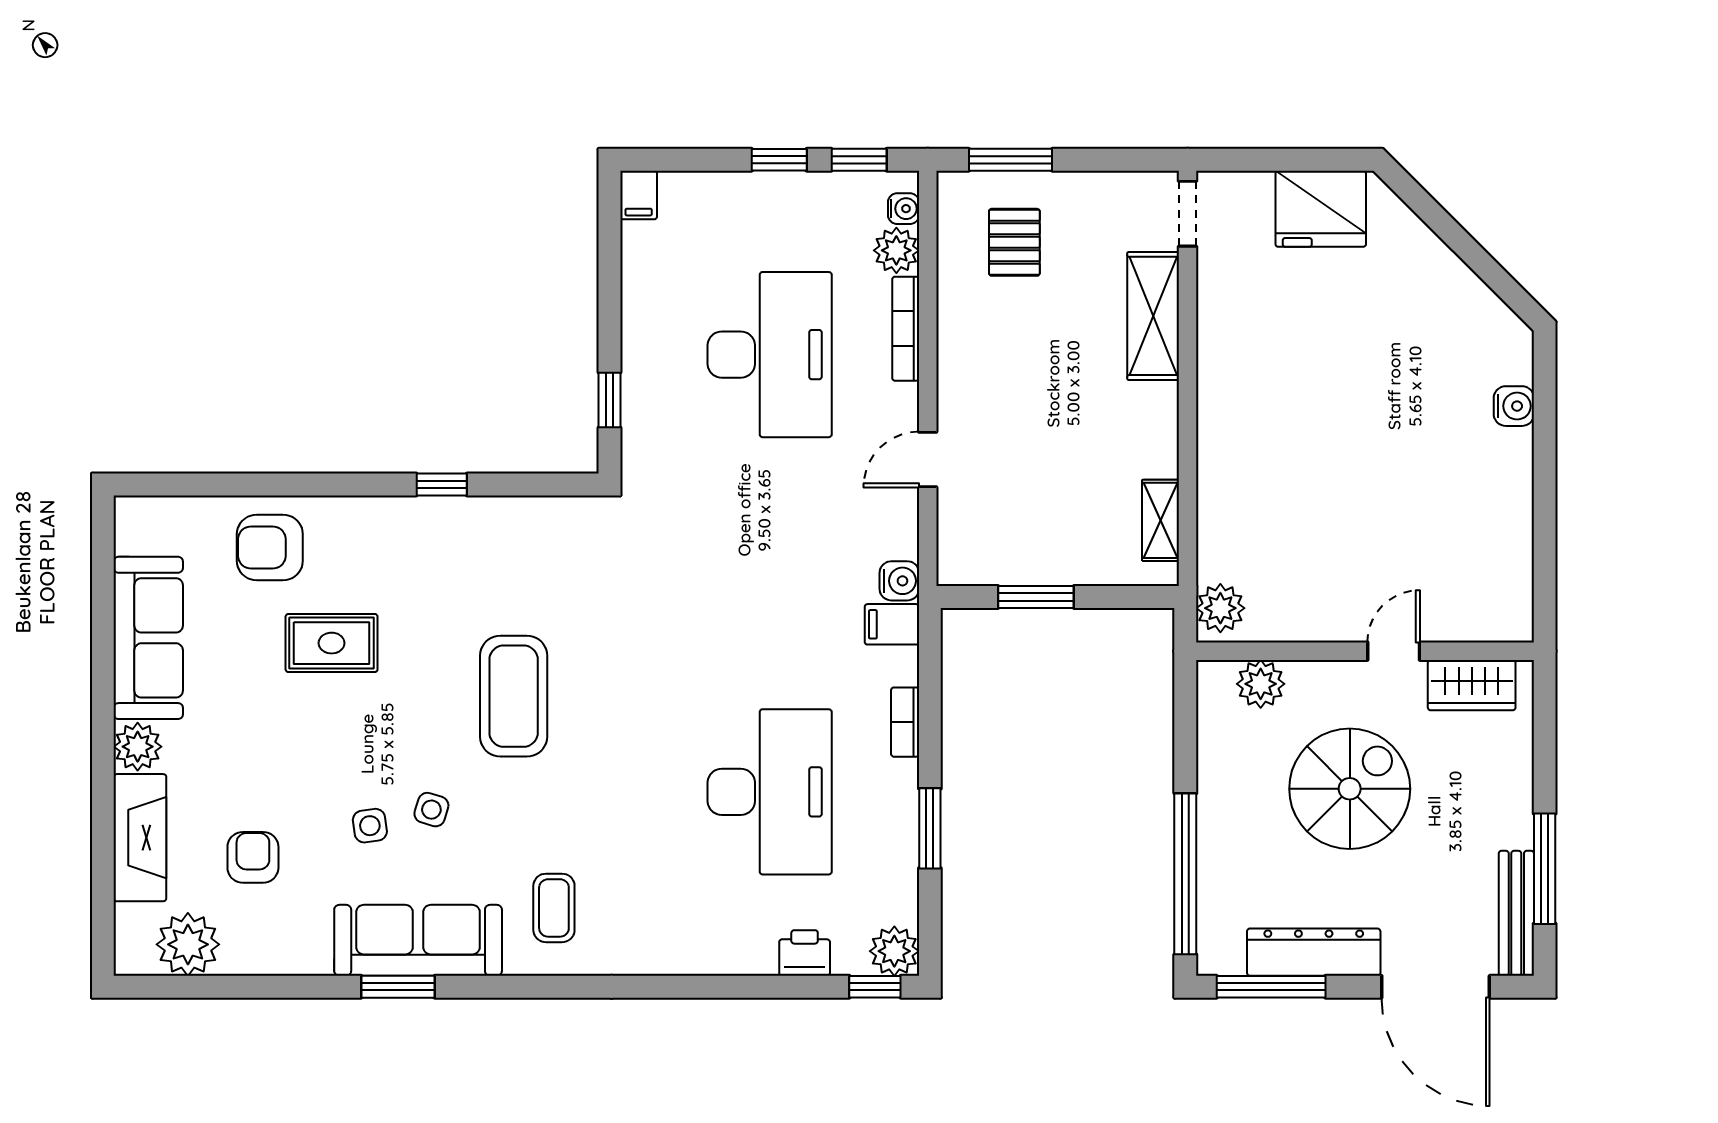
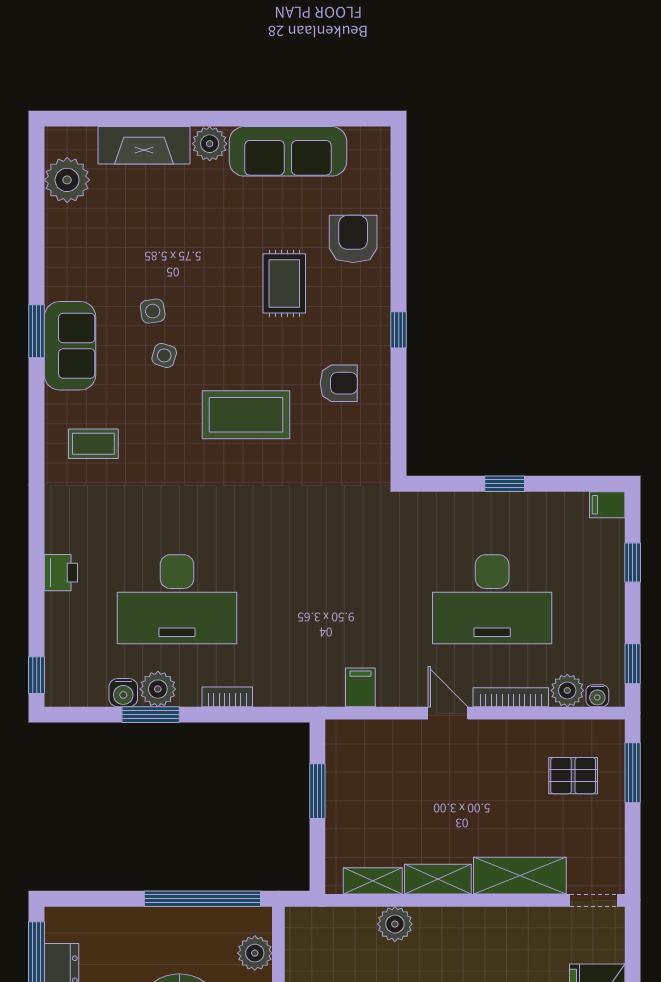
window: (779, 160) -> (633, 562), moved
window: (609, 400) -> (505, 484), moved
shelving: (1158, 430) -> (438, 879), added
door: (928, 460) -> (448, 713), moved
window: (442, 484) -> (399, 330), moved
water cooler: (899, 581) -> (123, 693), moved
plant: (1220, 608) -> (395, 924), moved
filing cabinet: (892, 624) -> (360, 687), moved
armchair: (253, 857) -> (339, 383), moved
window: (1185, 874) -> (202, 899), moved
sofa: (418, 940) -> (70, 346), width x0.73
plant: (894, 951) -> (158, 689), moved
printer: (805, 953) -> (61, 573), moved

